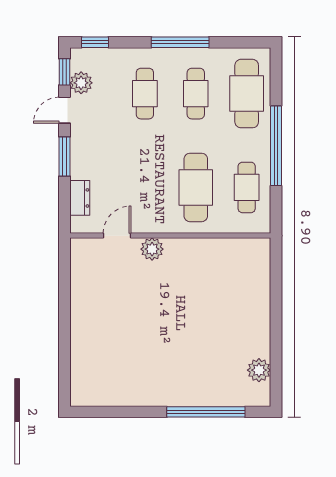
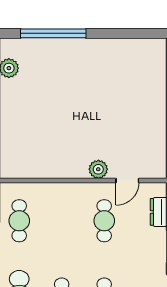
cafe table: (196, 187) -> (104, 221), moved, width x0.73, depth x0.74

